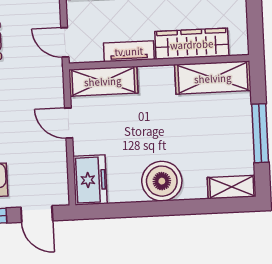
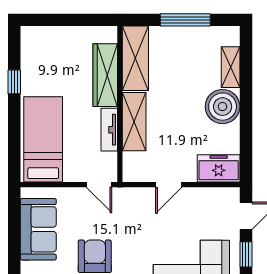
door: (65, 42) -> (99, 185), hinge flipped
shelving: (103, 81) -> (134, 122), moved
shelving: (232, 187) -> (231, 67), moved

